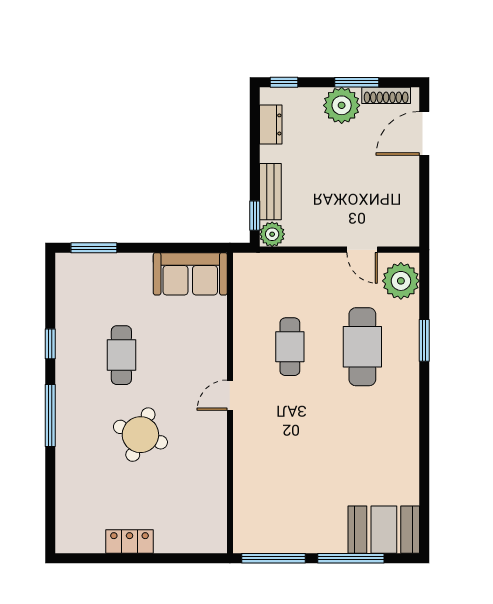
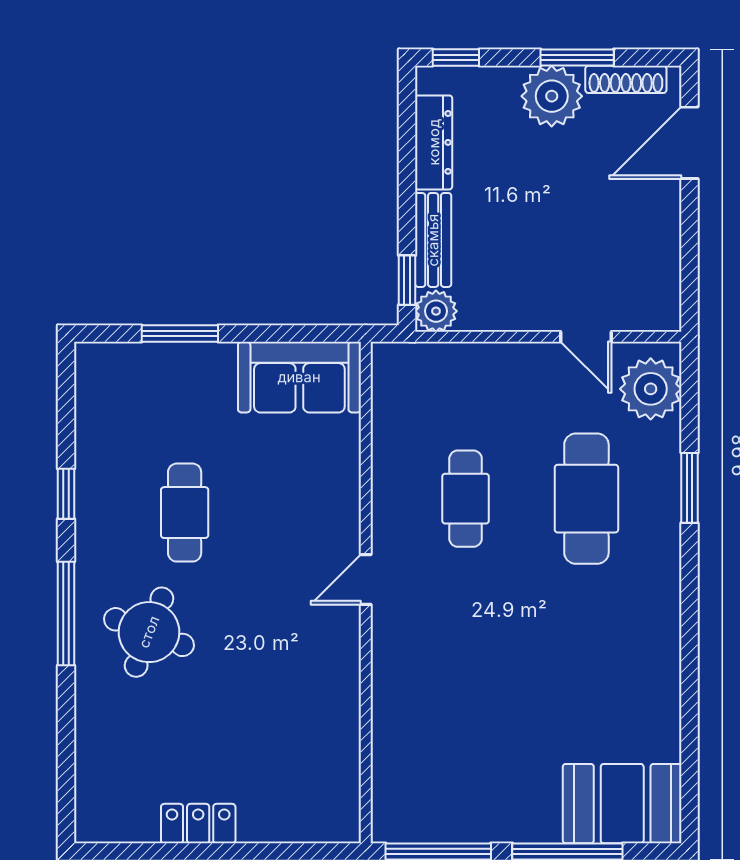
dresser: (271, 124) -> (434, 142), width x1.44
window: (94, 248) -> (180, 334), moved
round table: (140, 435) -> (149, 632), moved

